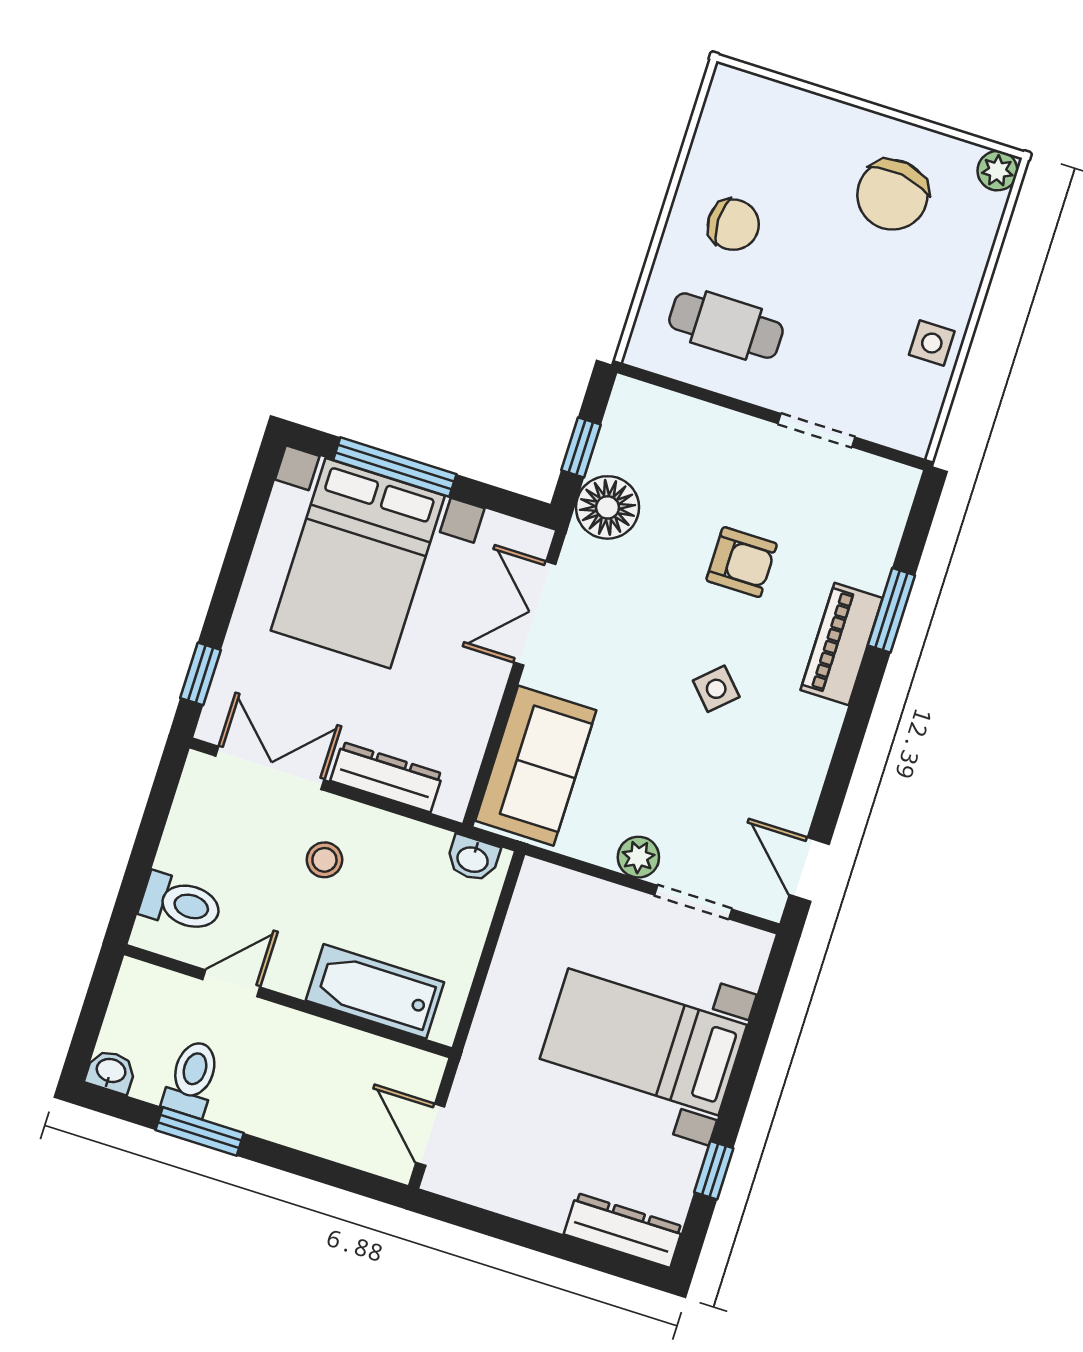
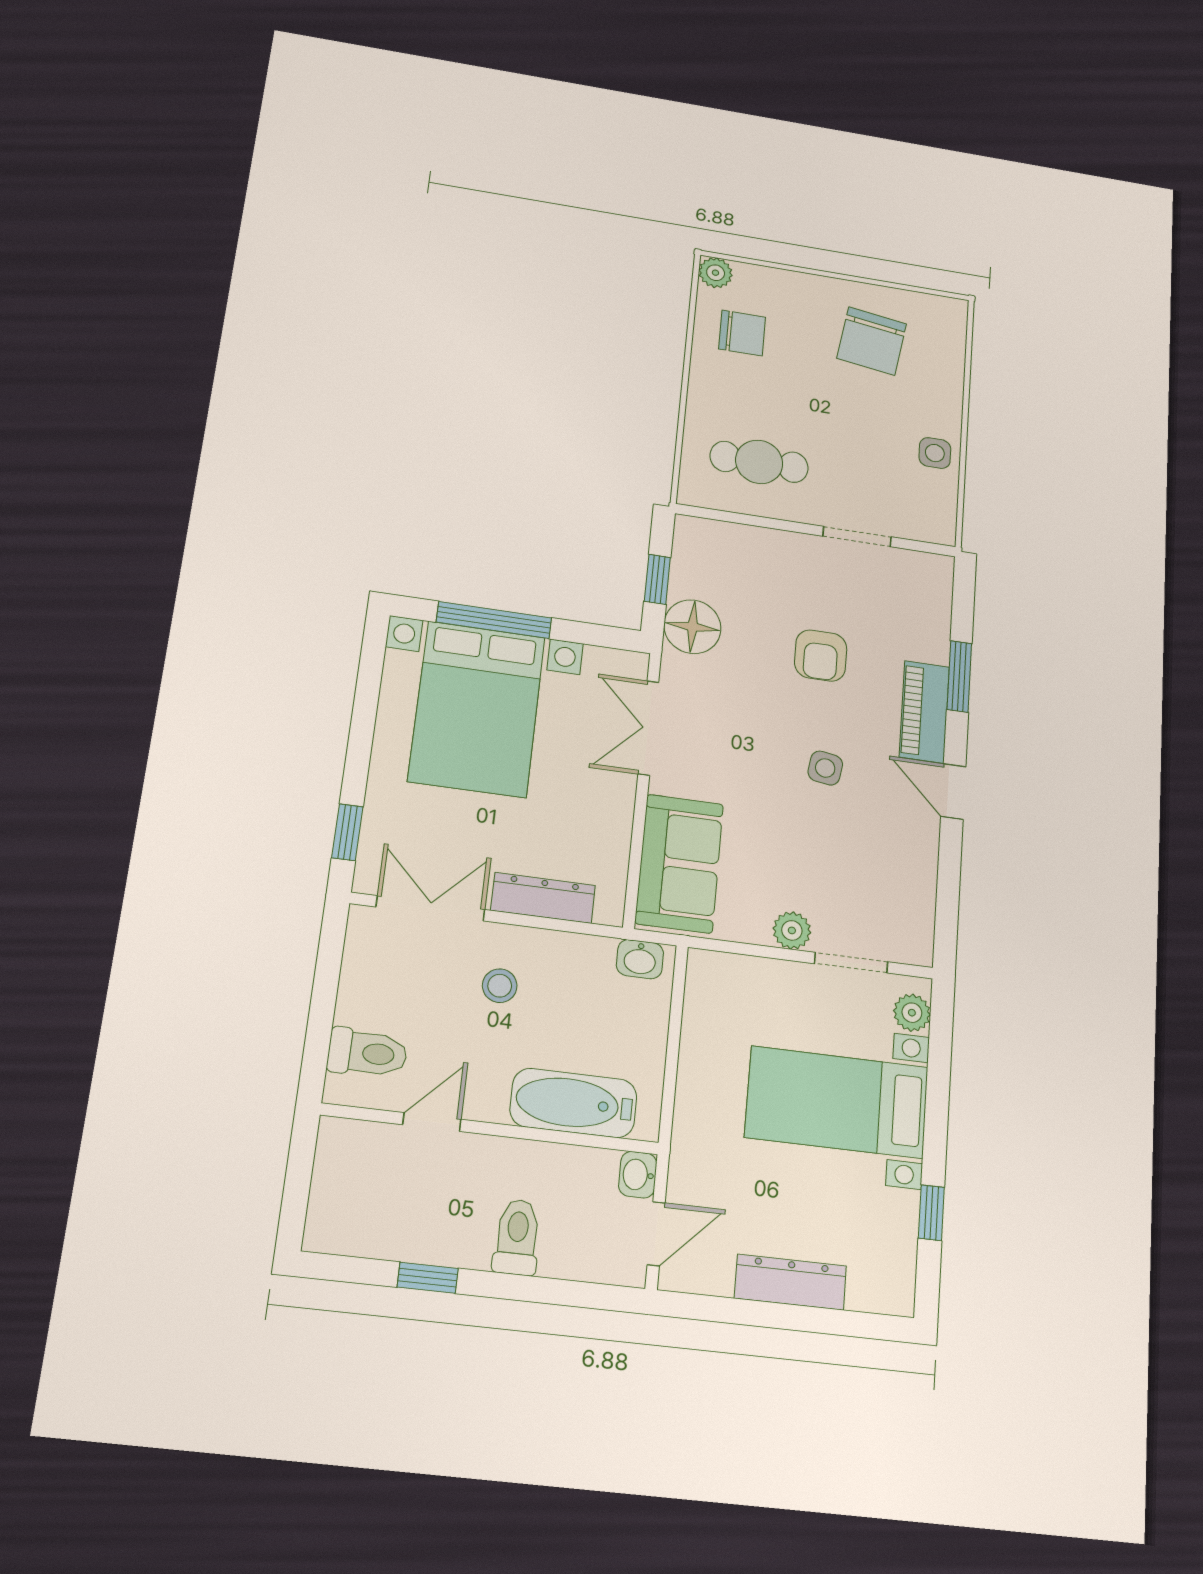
plant: (997, 171) -> (716, 273), moved
chair: (733, 225) -> (742, 333), moved
armchair: (742, 562) -> (821, 656), turned 90
side table: (716, 689) -> (825, 768), turned -38
door: (809, 870) -> (953, 791), moved
plant: (745, 966) -> (912, 1013), added
washbasin: (111, 1071) -> (638, 1175), moved, turned -90
toilet: (192, 1078) -> (517, 1237), moved
window: (200, 1131) -> (428, 1278), width x0.67
door: (430, 1135) -> (656, 1234), swing flipped
dresser: (623, 1230) -> (790, 1282), moved

